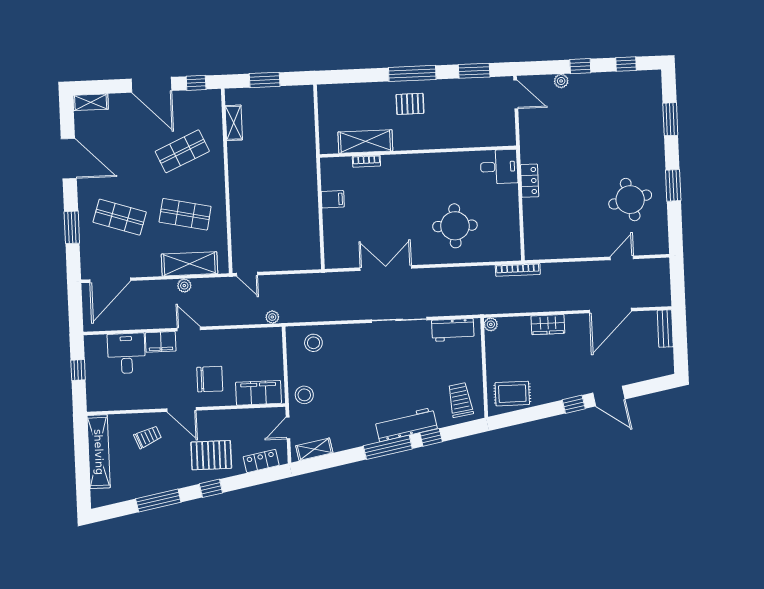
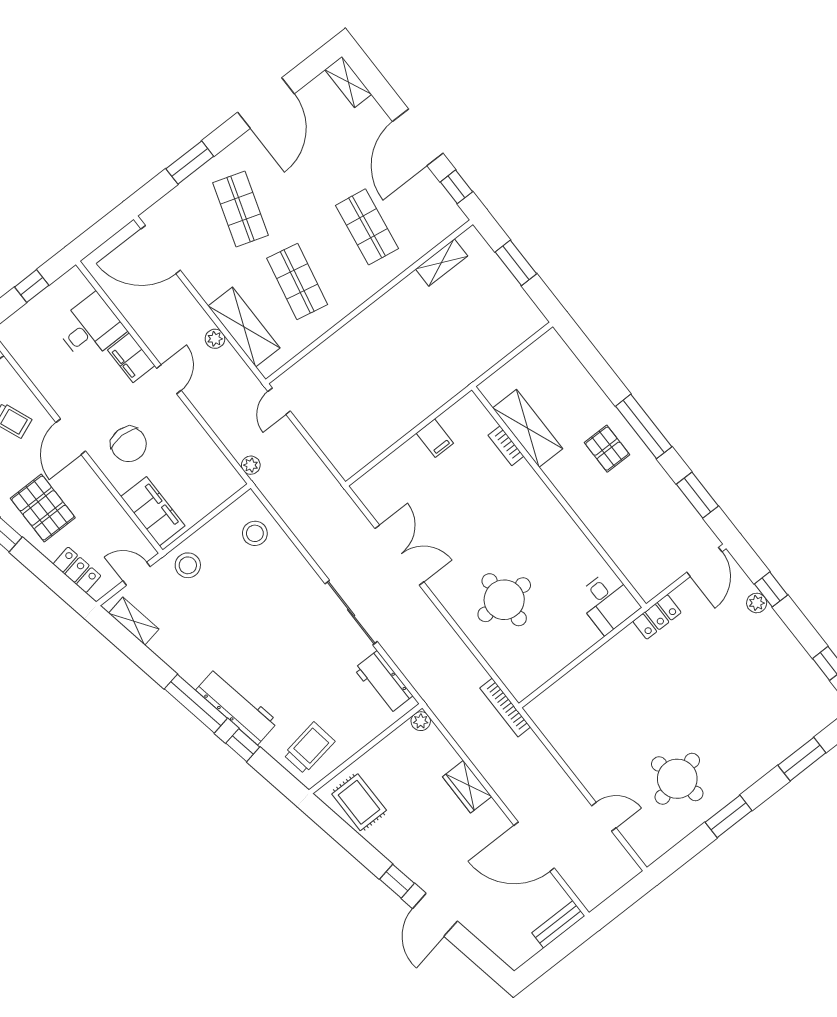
window: (580, 66) -> (771, 589), moved
shop shelf: (182, 151) -> (367, 227), turned 33
locker: (530, 181) -> (657, 617), moved

